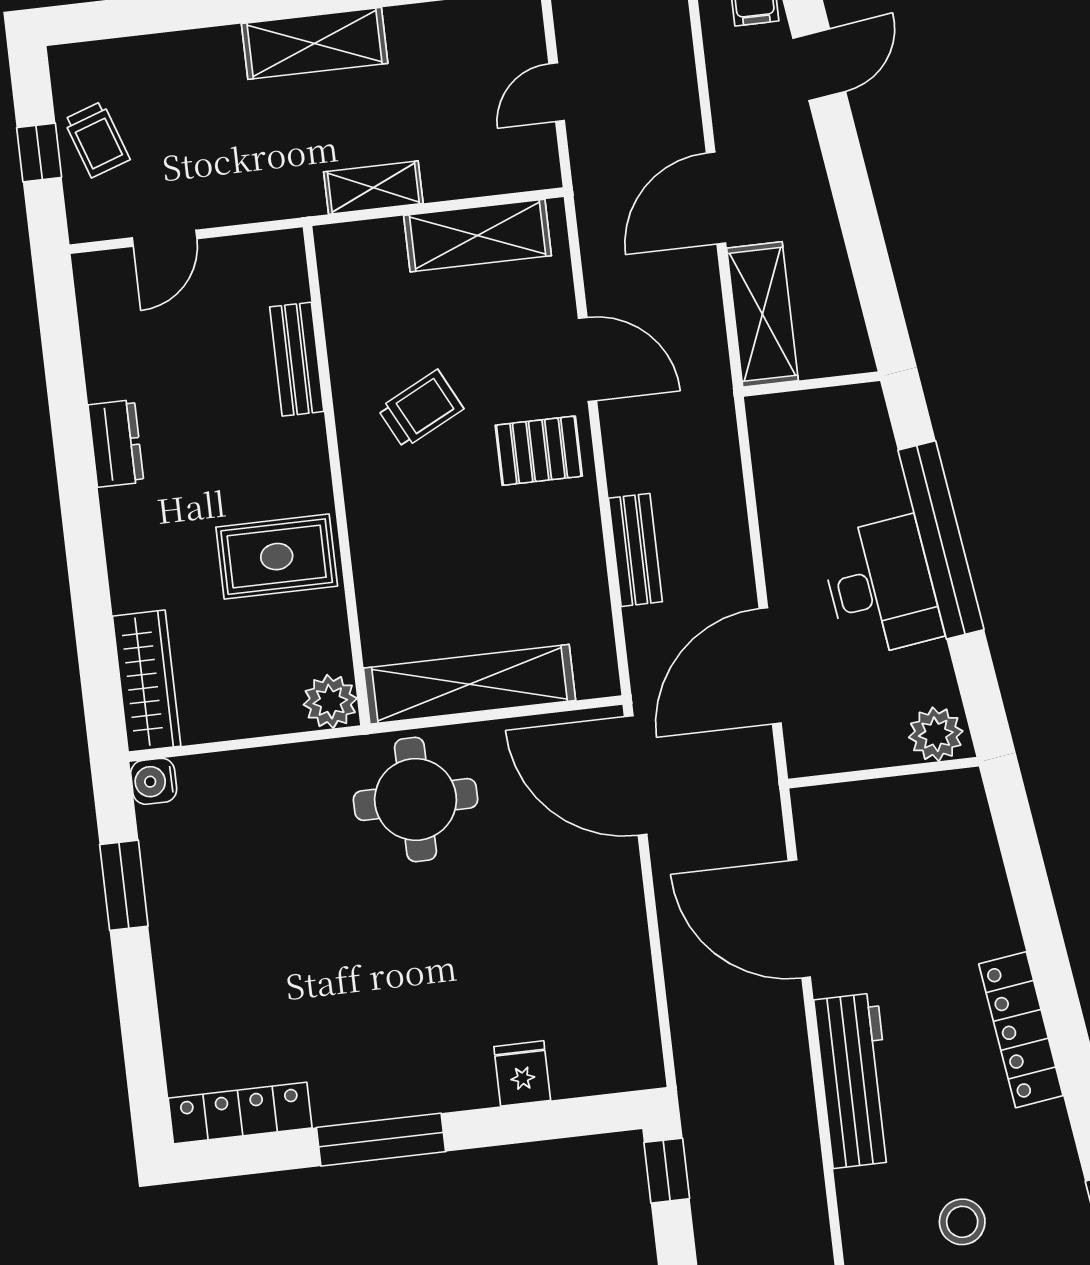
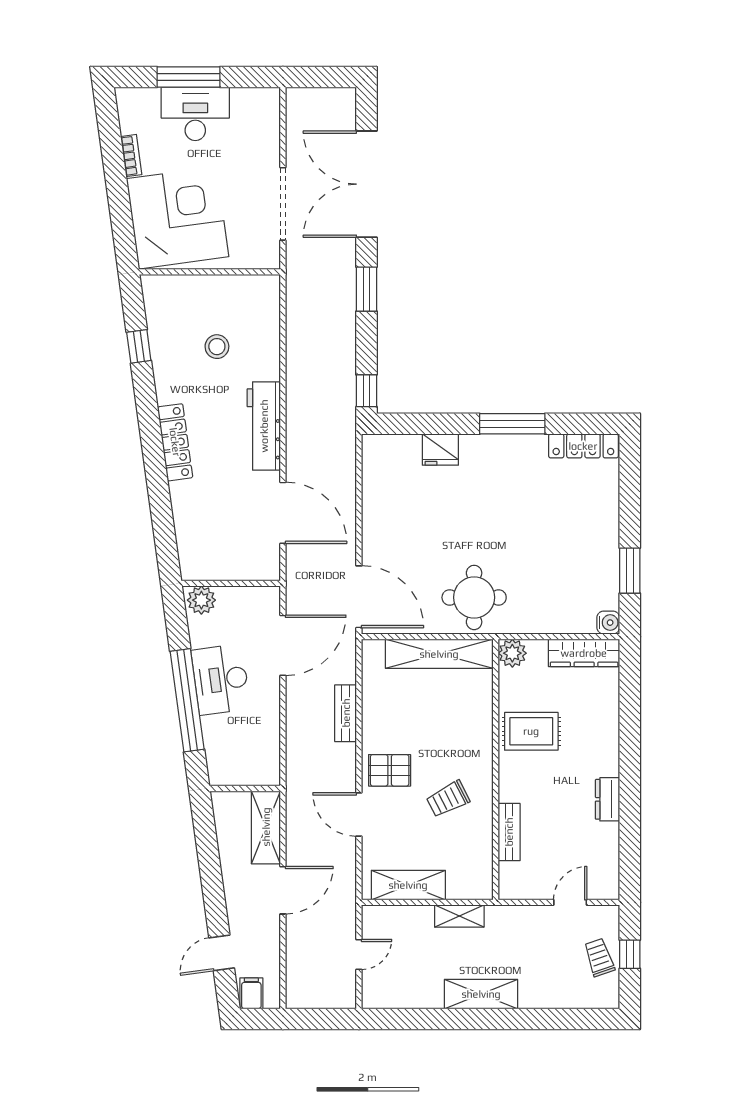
wardrobe: (147, 681) -> (584, 653), moved, turned -90
fridge: (522, 1073) -> (440, 450), width x1.38

